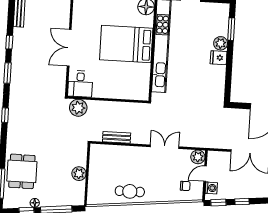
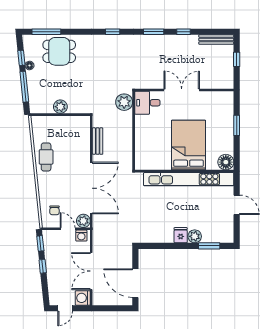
double door: (165, 147) -> (91, 188), width x1.87
washing machine: (211, 188) -> (81, 236), moved

